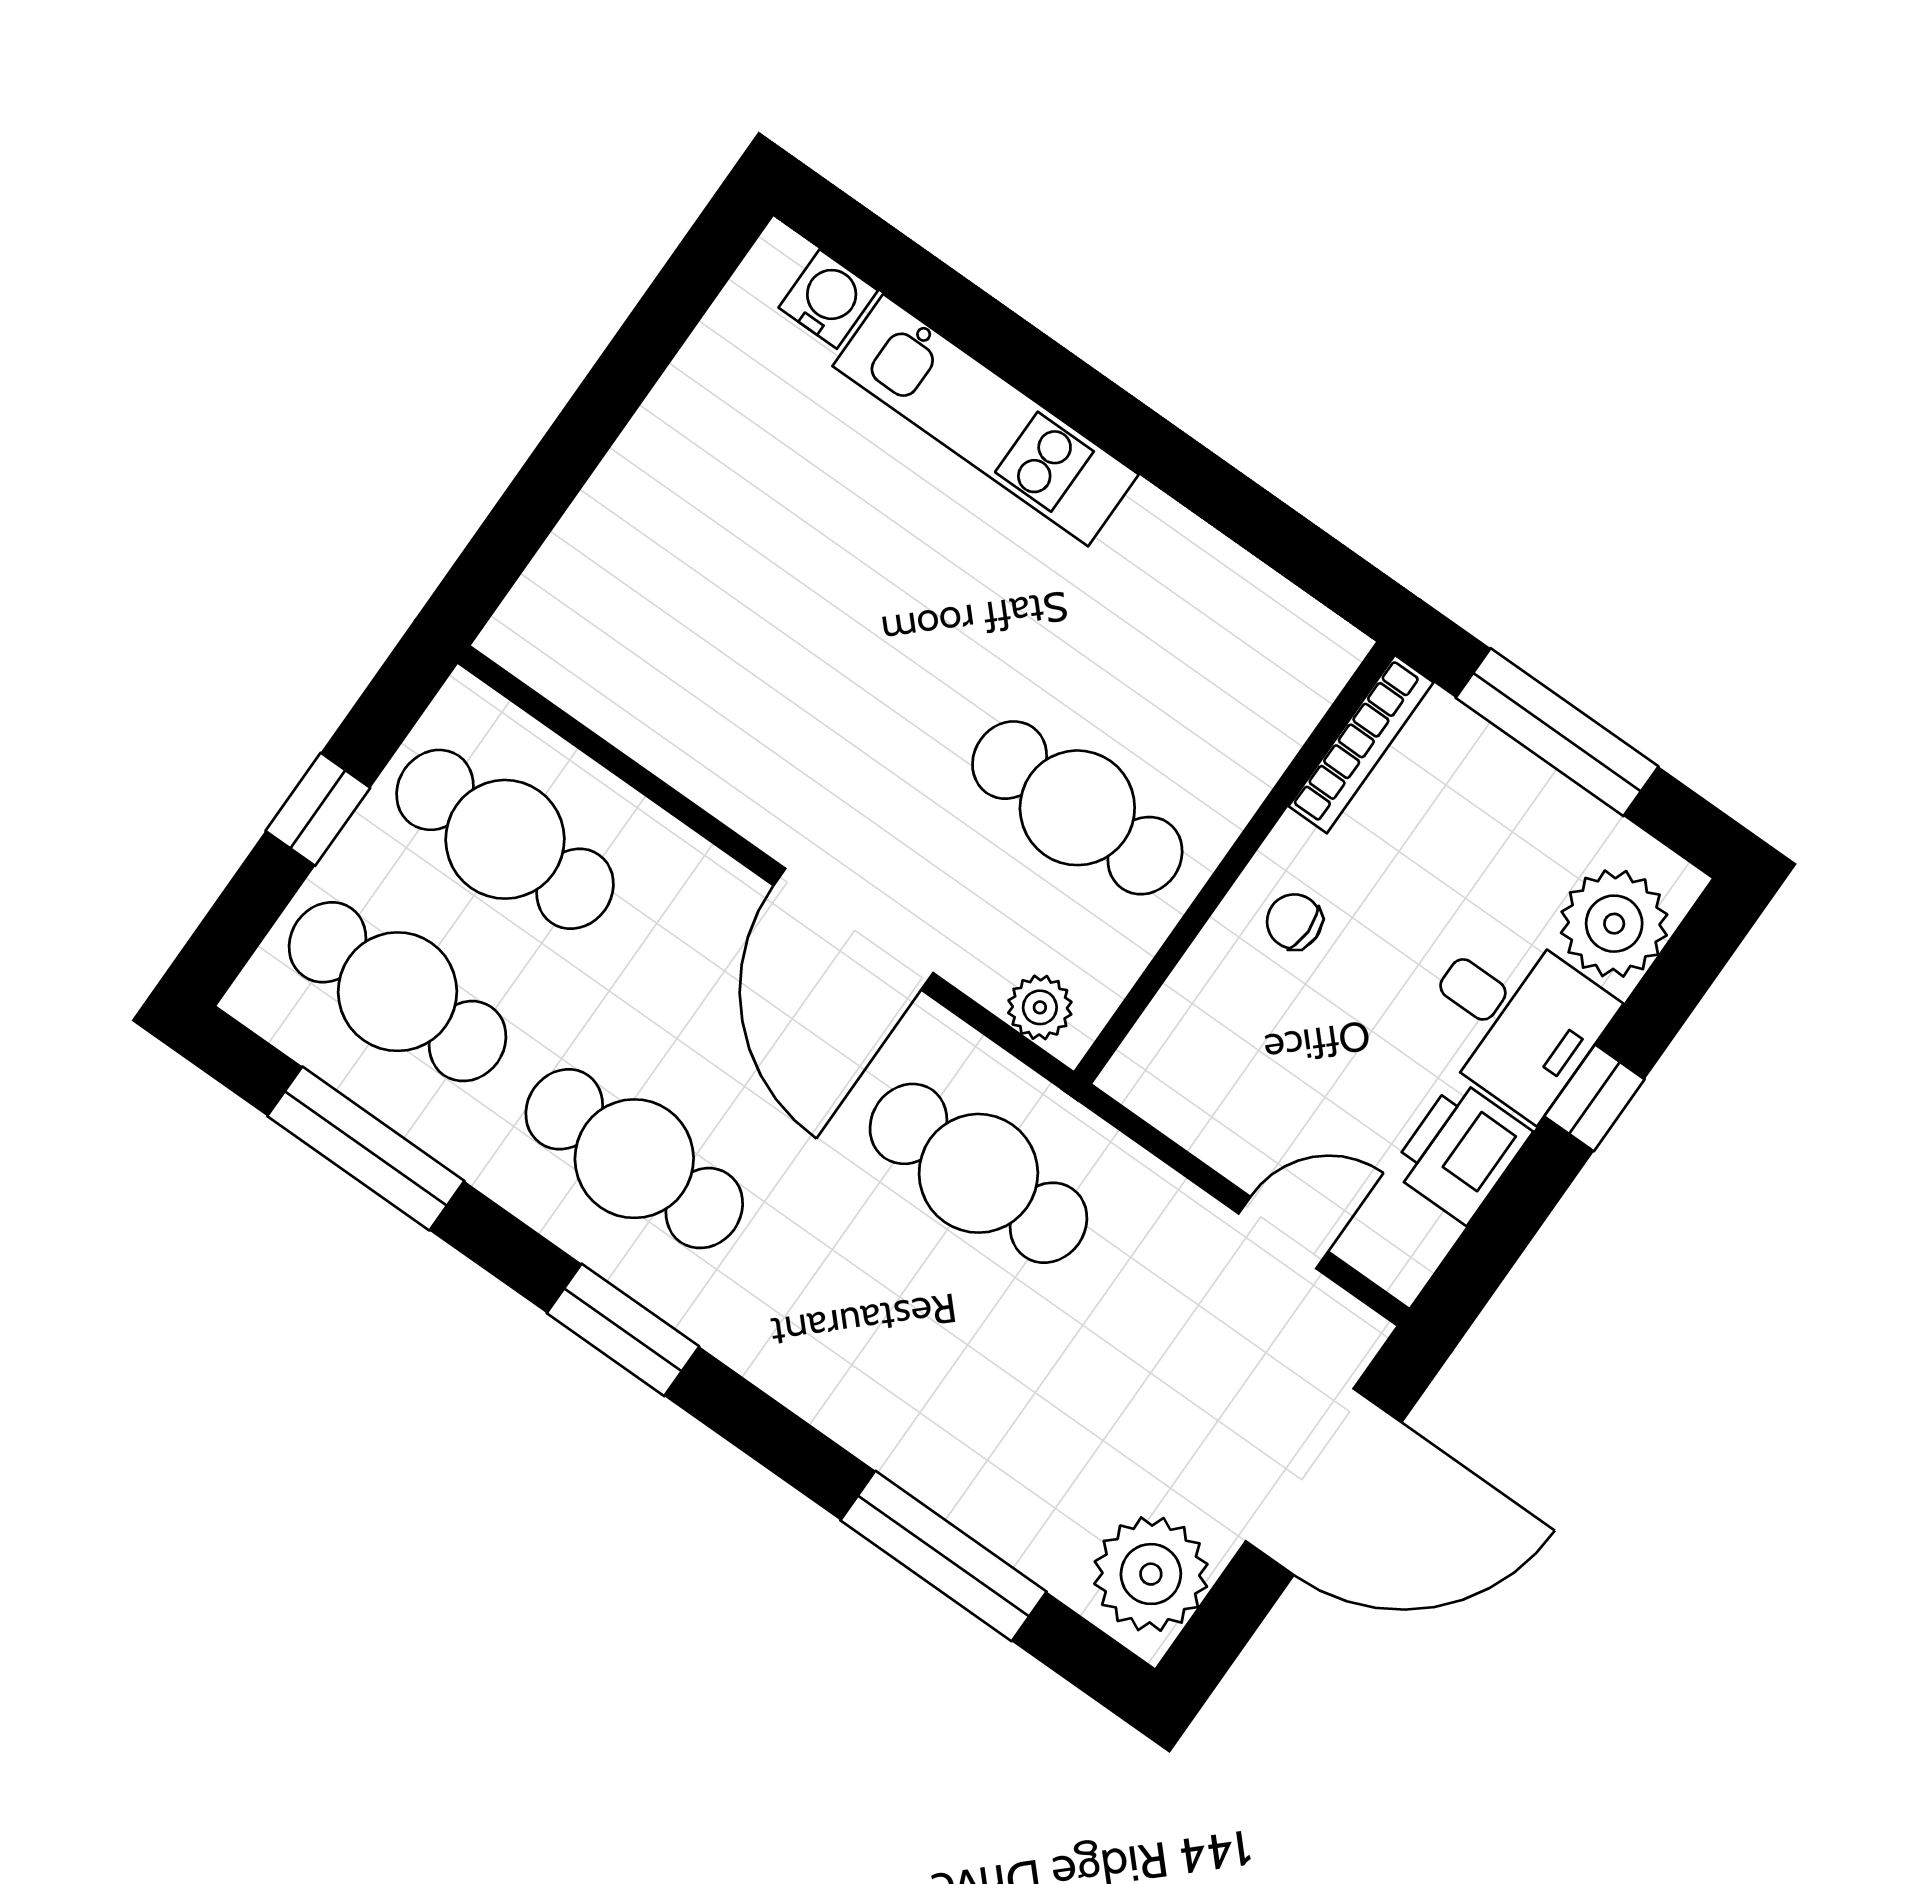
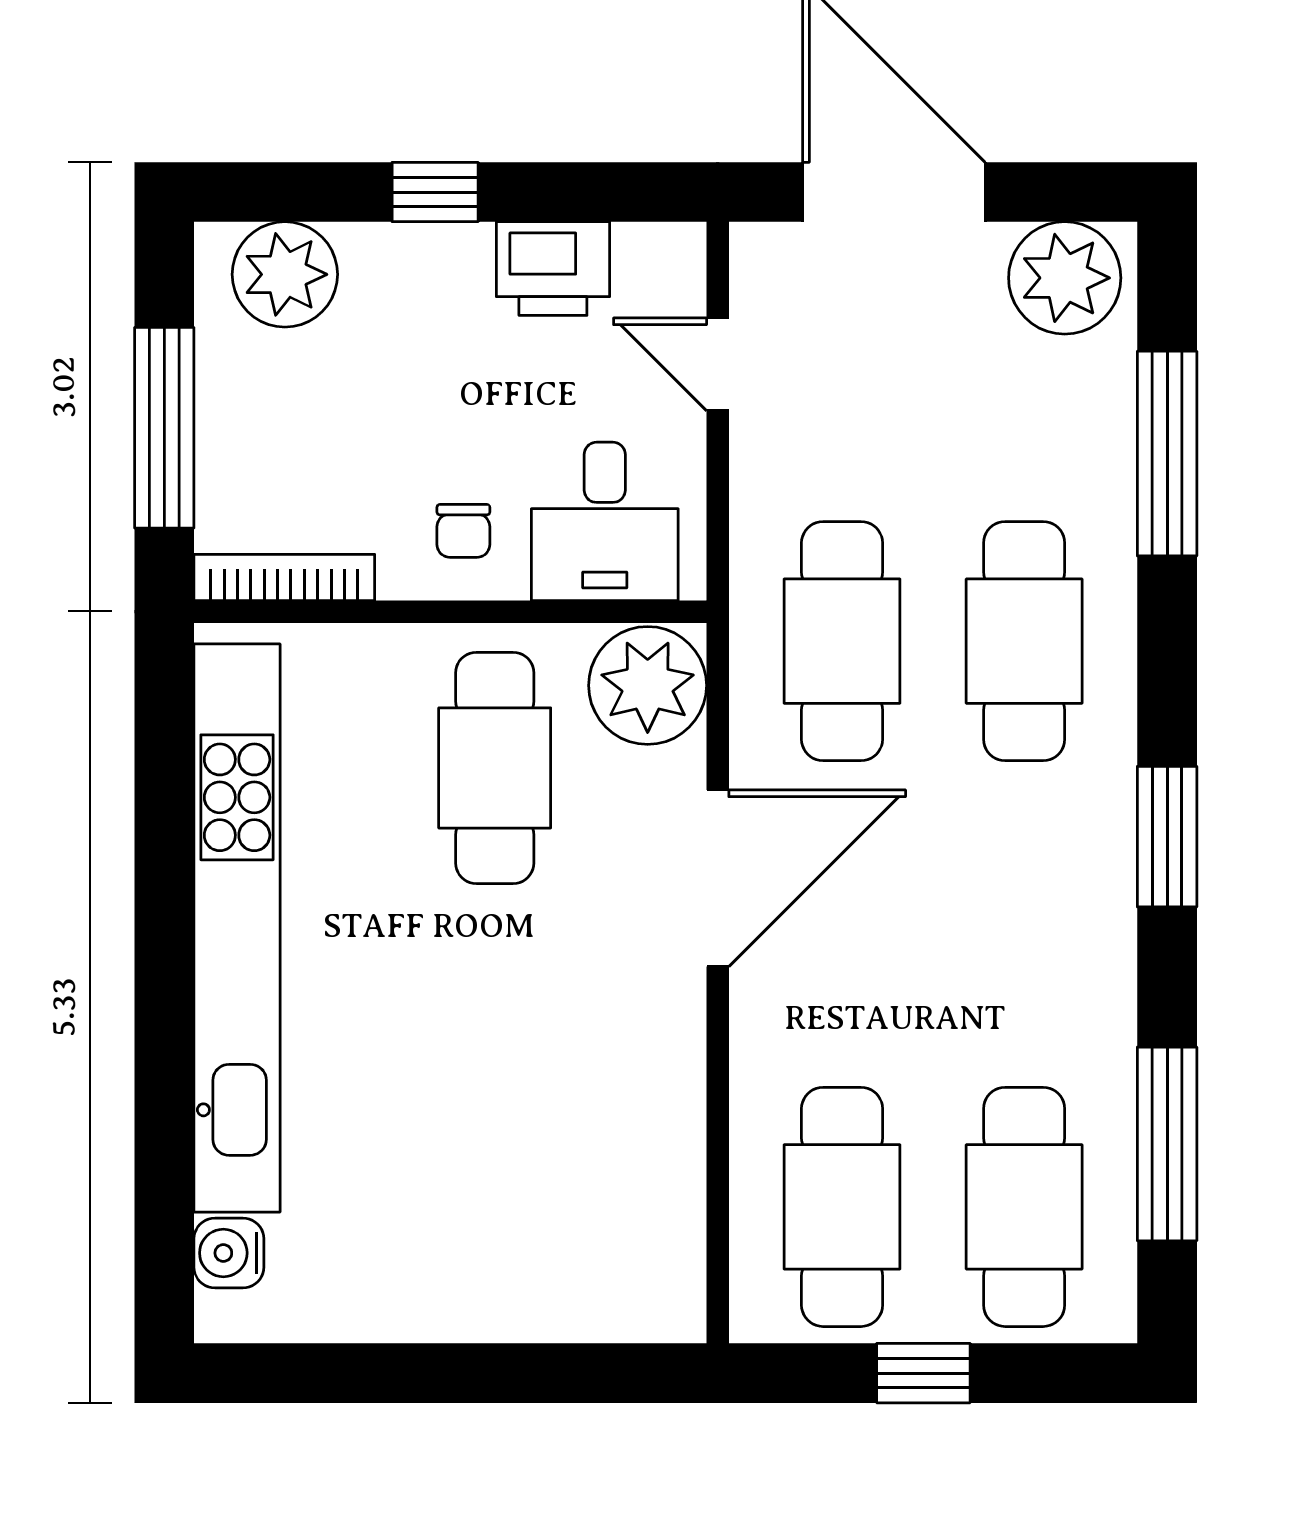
kitchen unit: (986, 420) -> (237, 928), width x1.86
plant: (1040, 1007) -> (648, 685), width x1.88, depth x1.88
desk: (1514, 1018) -> (605, 521), moved, turned 180
cafe table: (634, 1159) -> (1024, 641), moved

